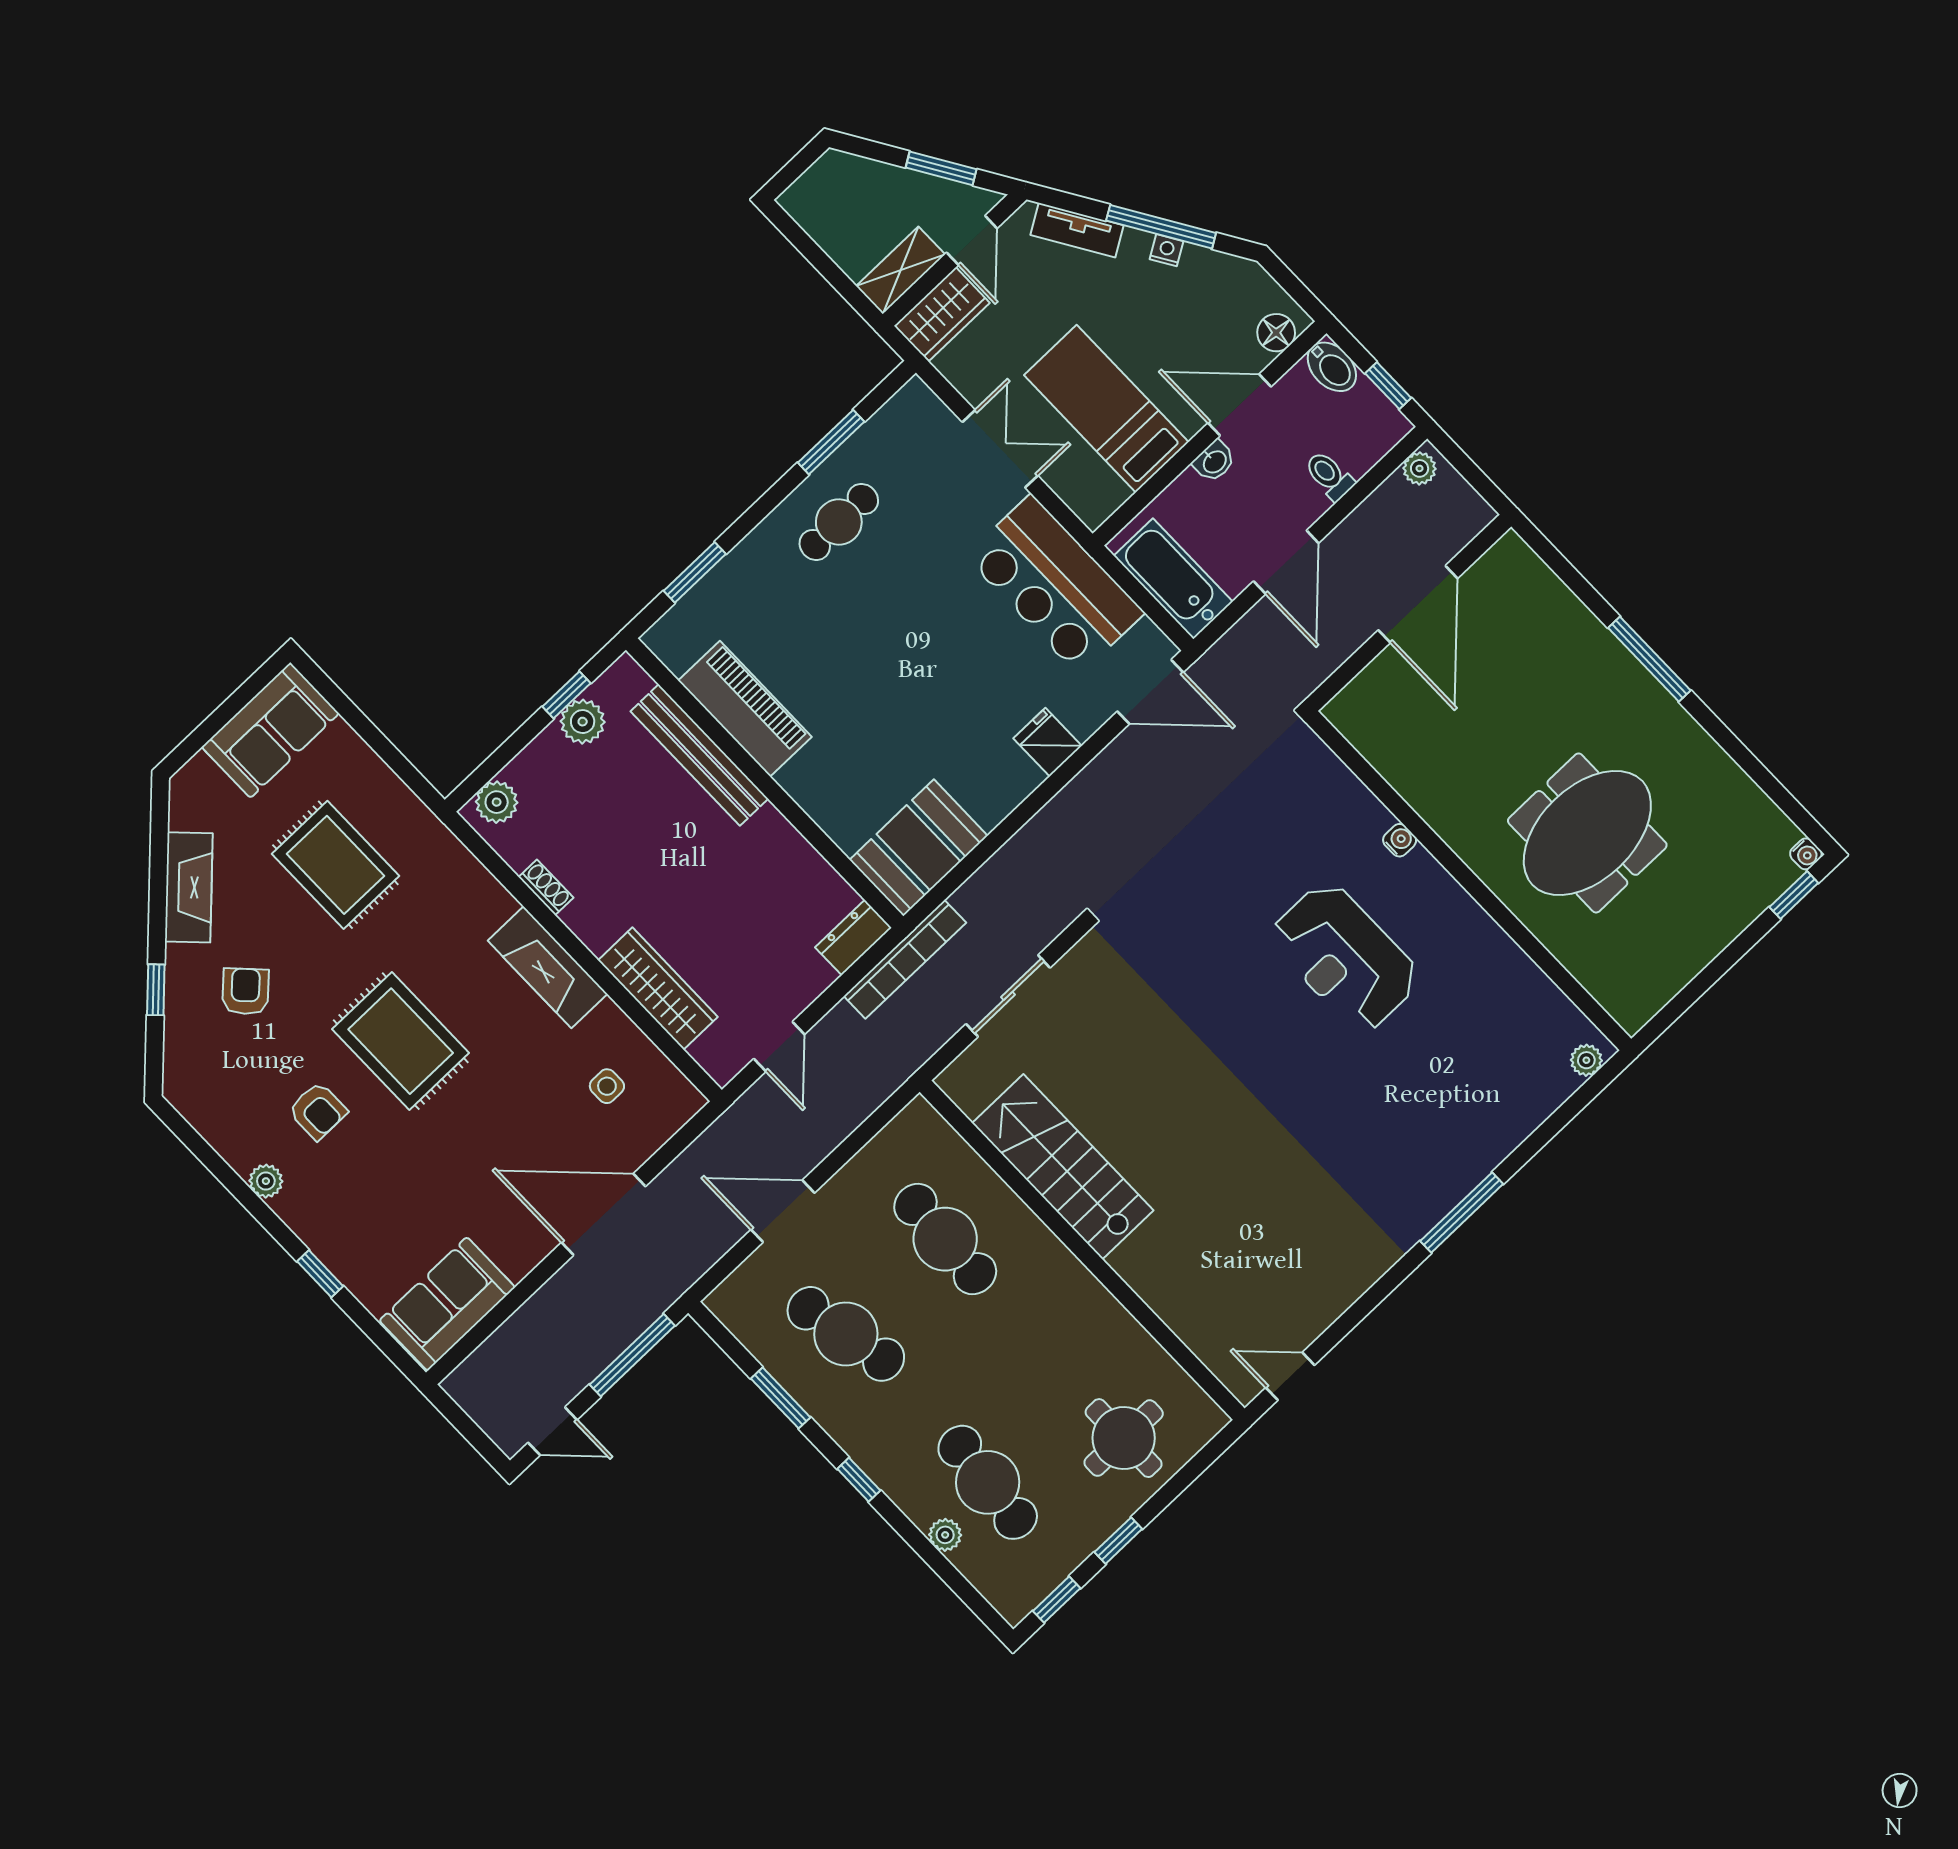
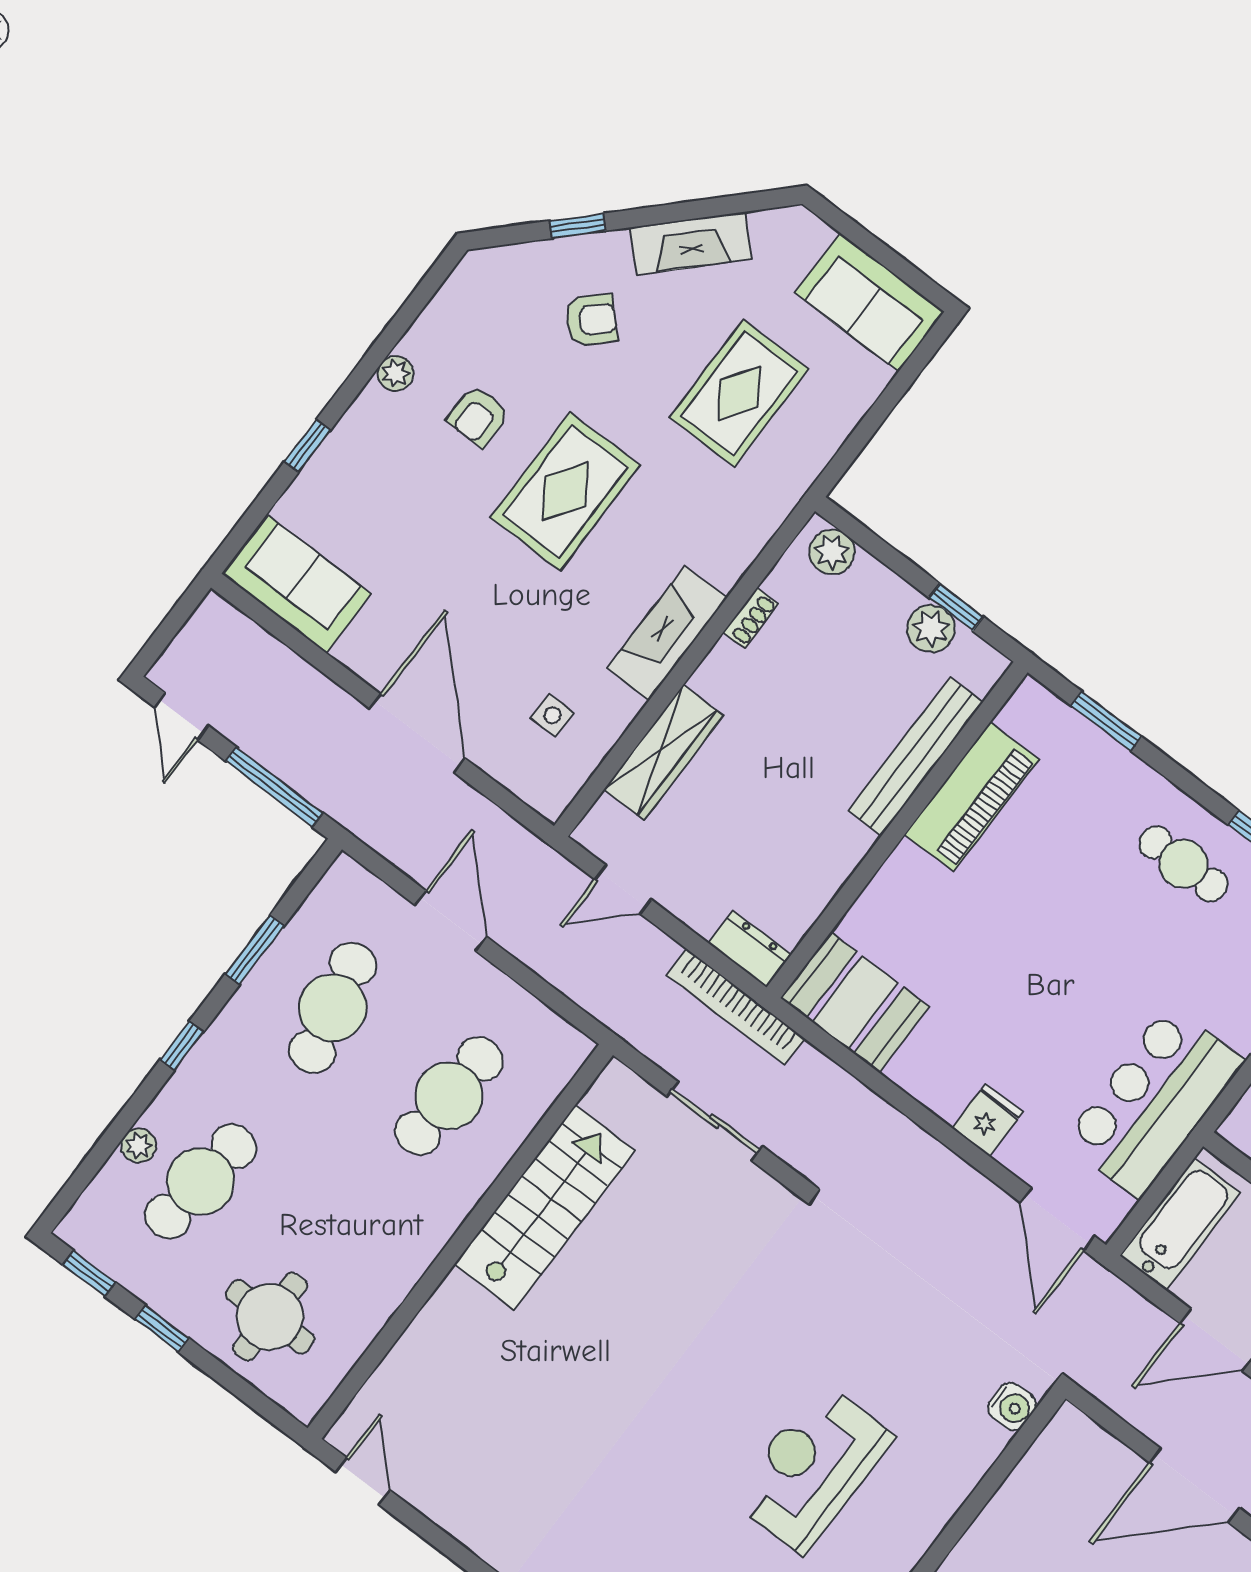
water cooler: (1400, 840) -> (1012, 1406), moved, width x1.38, depth x1.38

